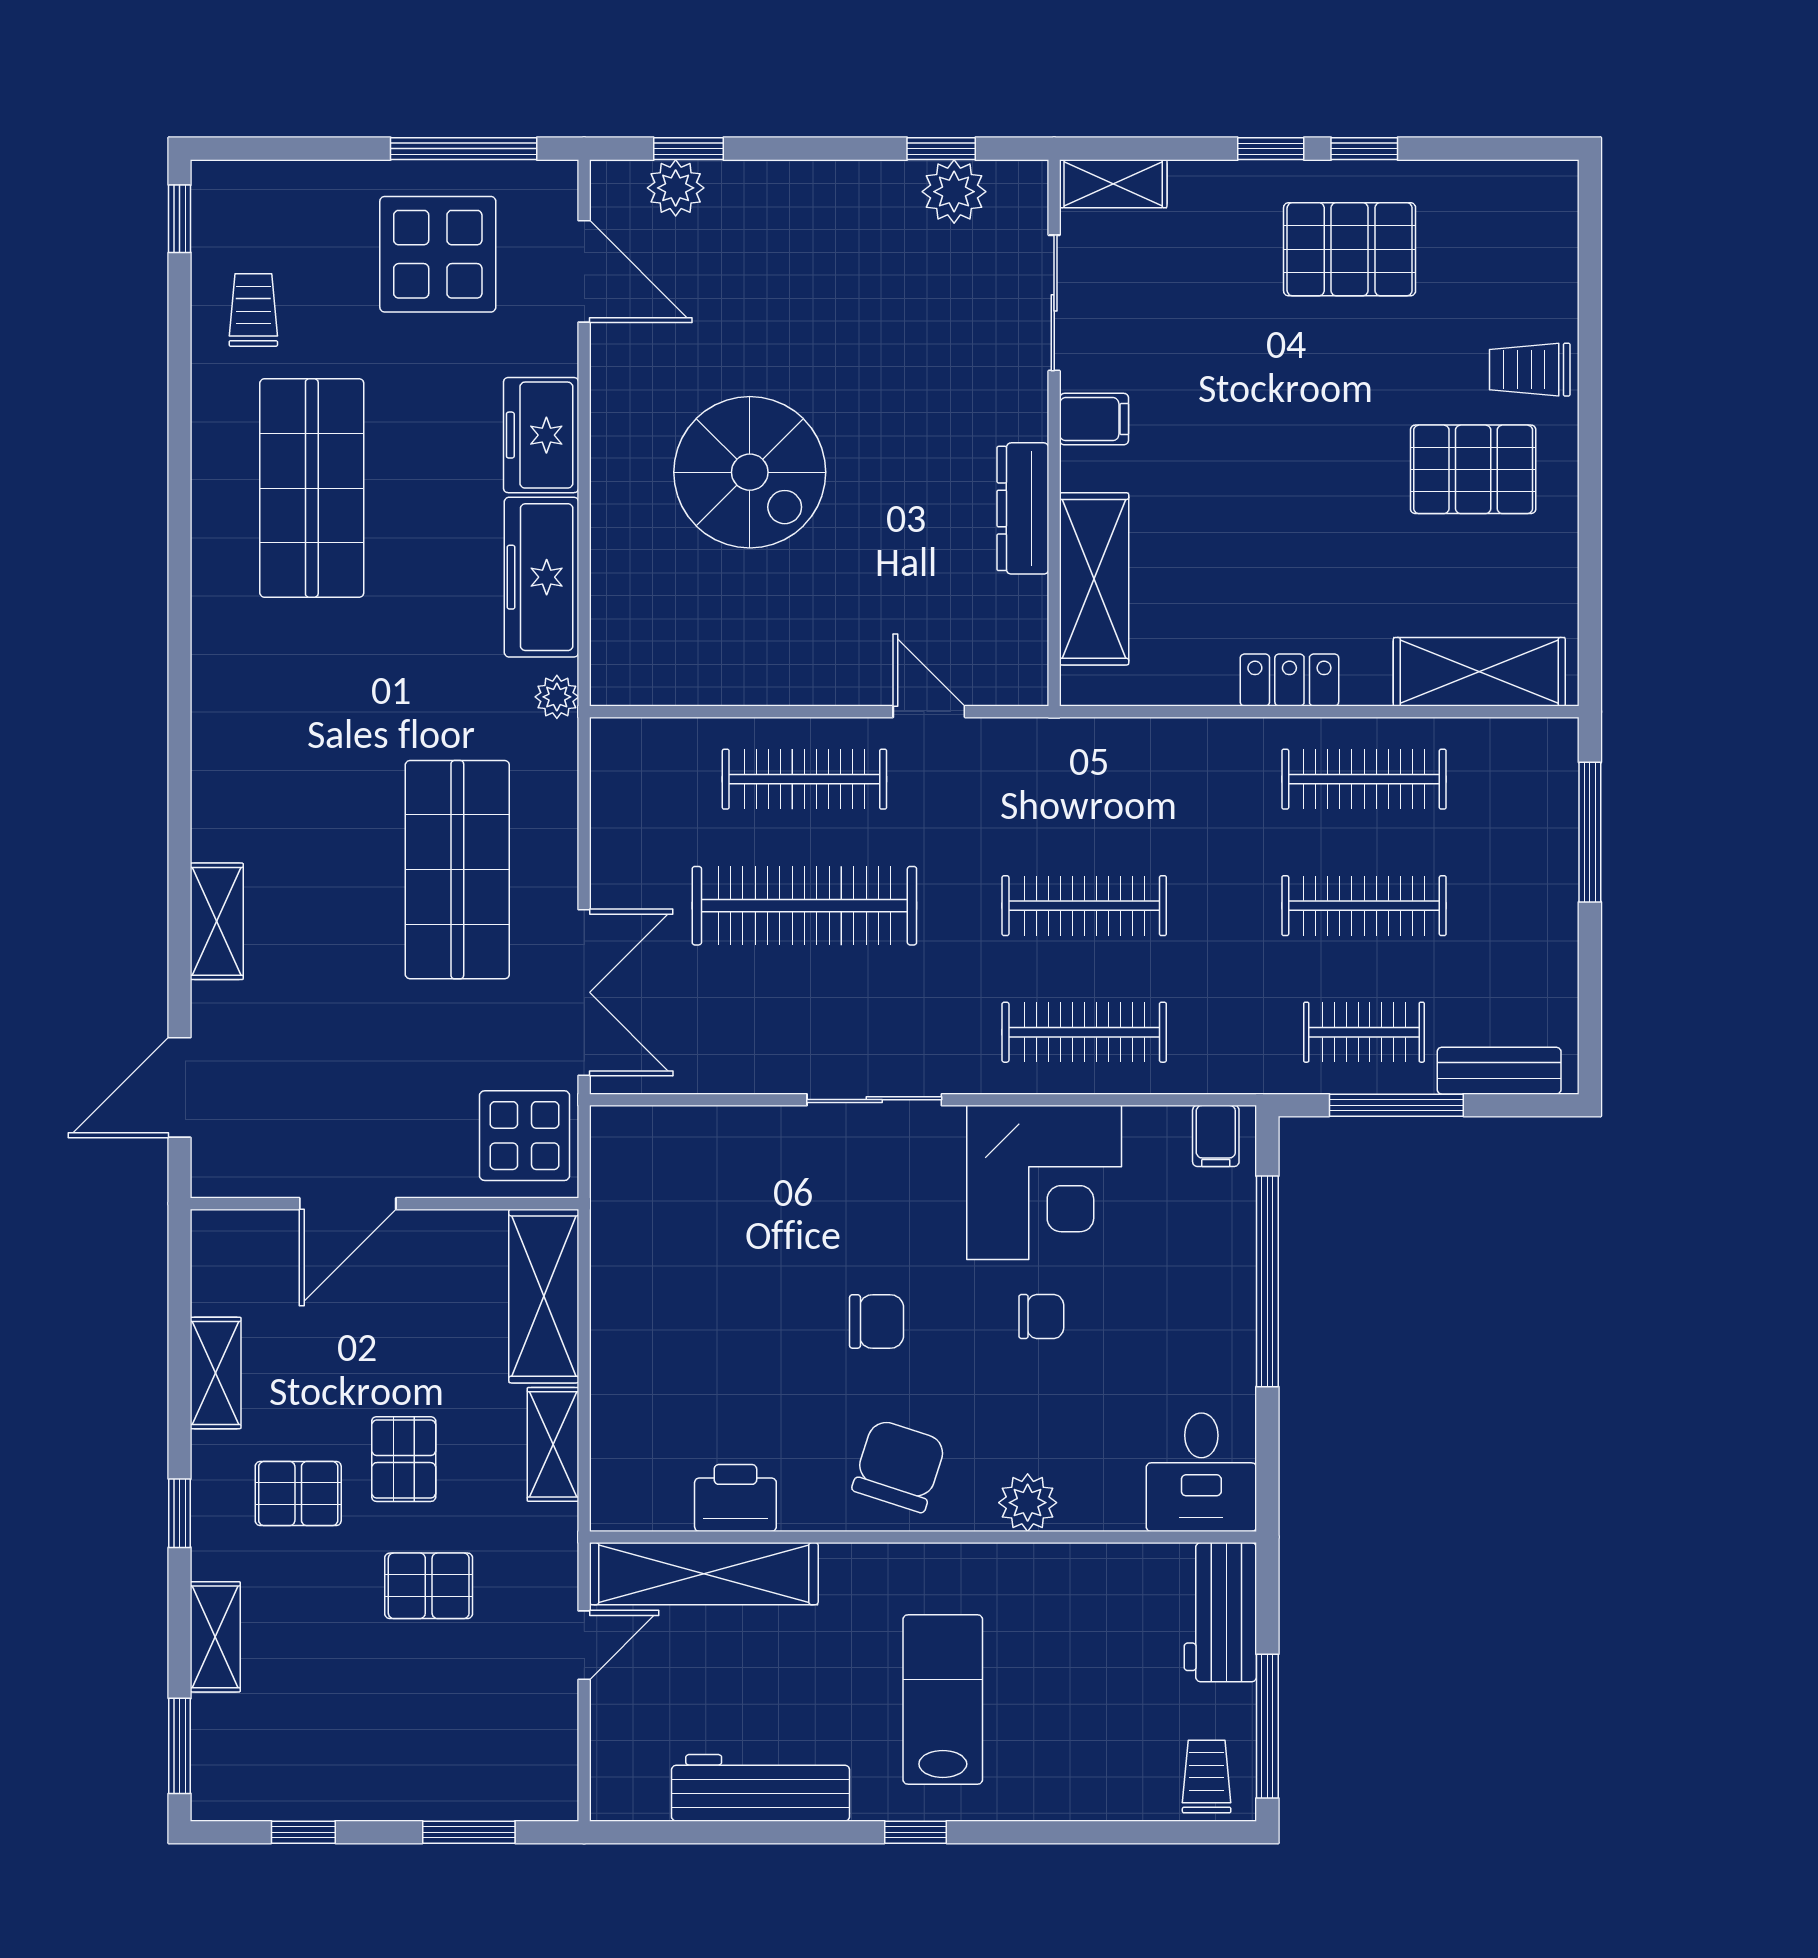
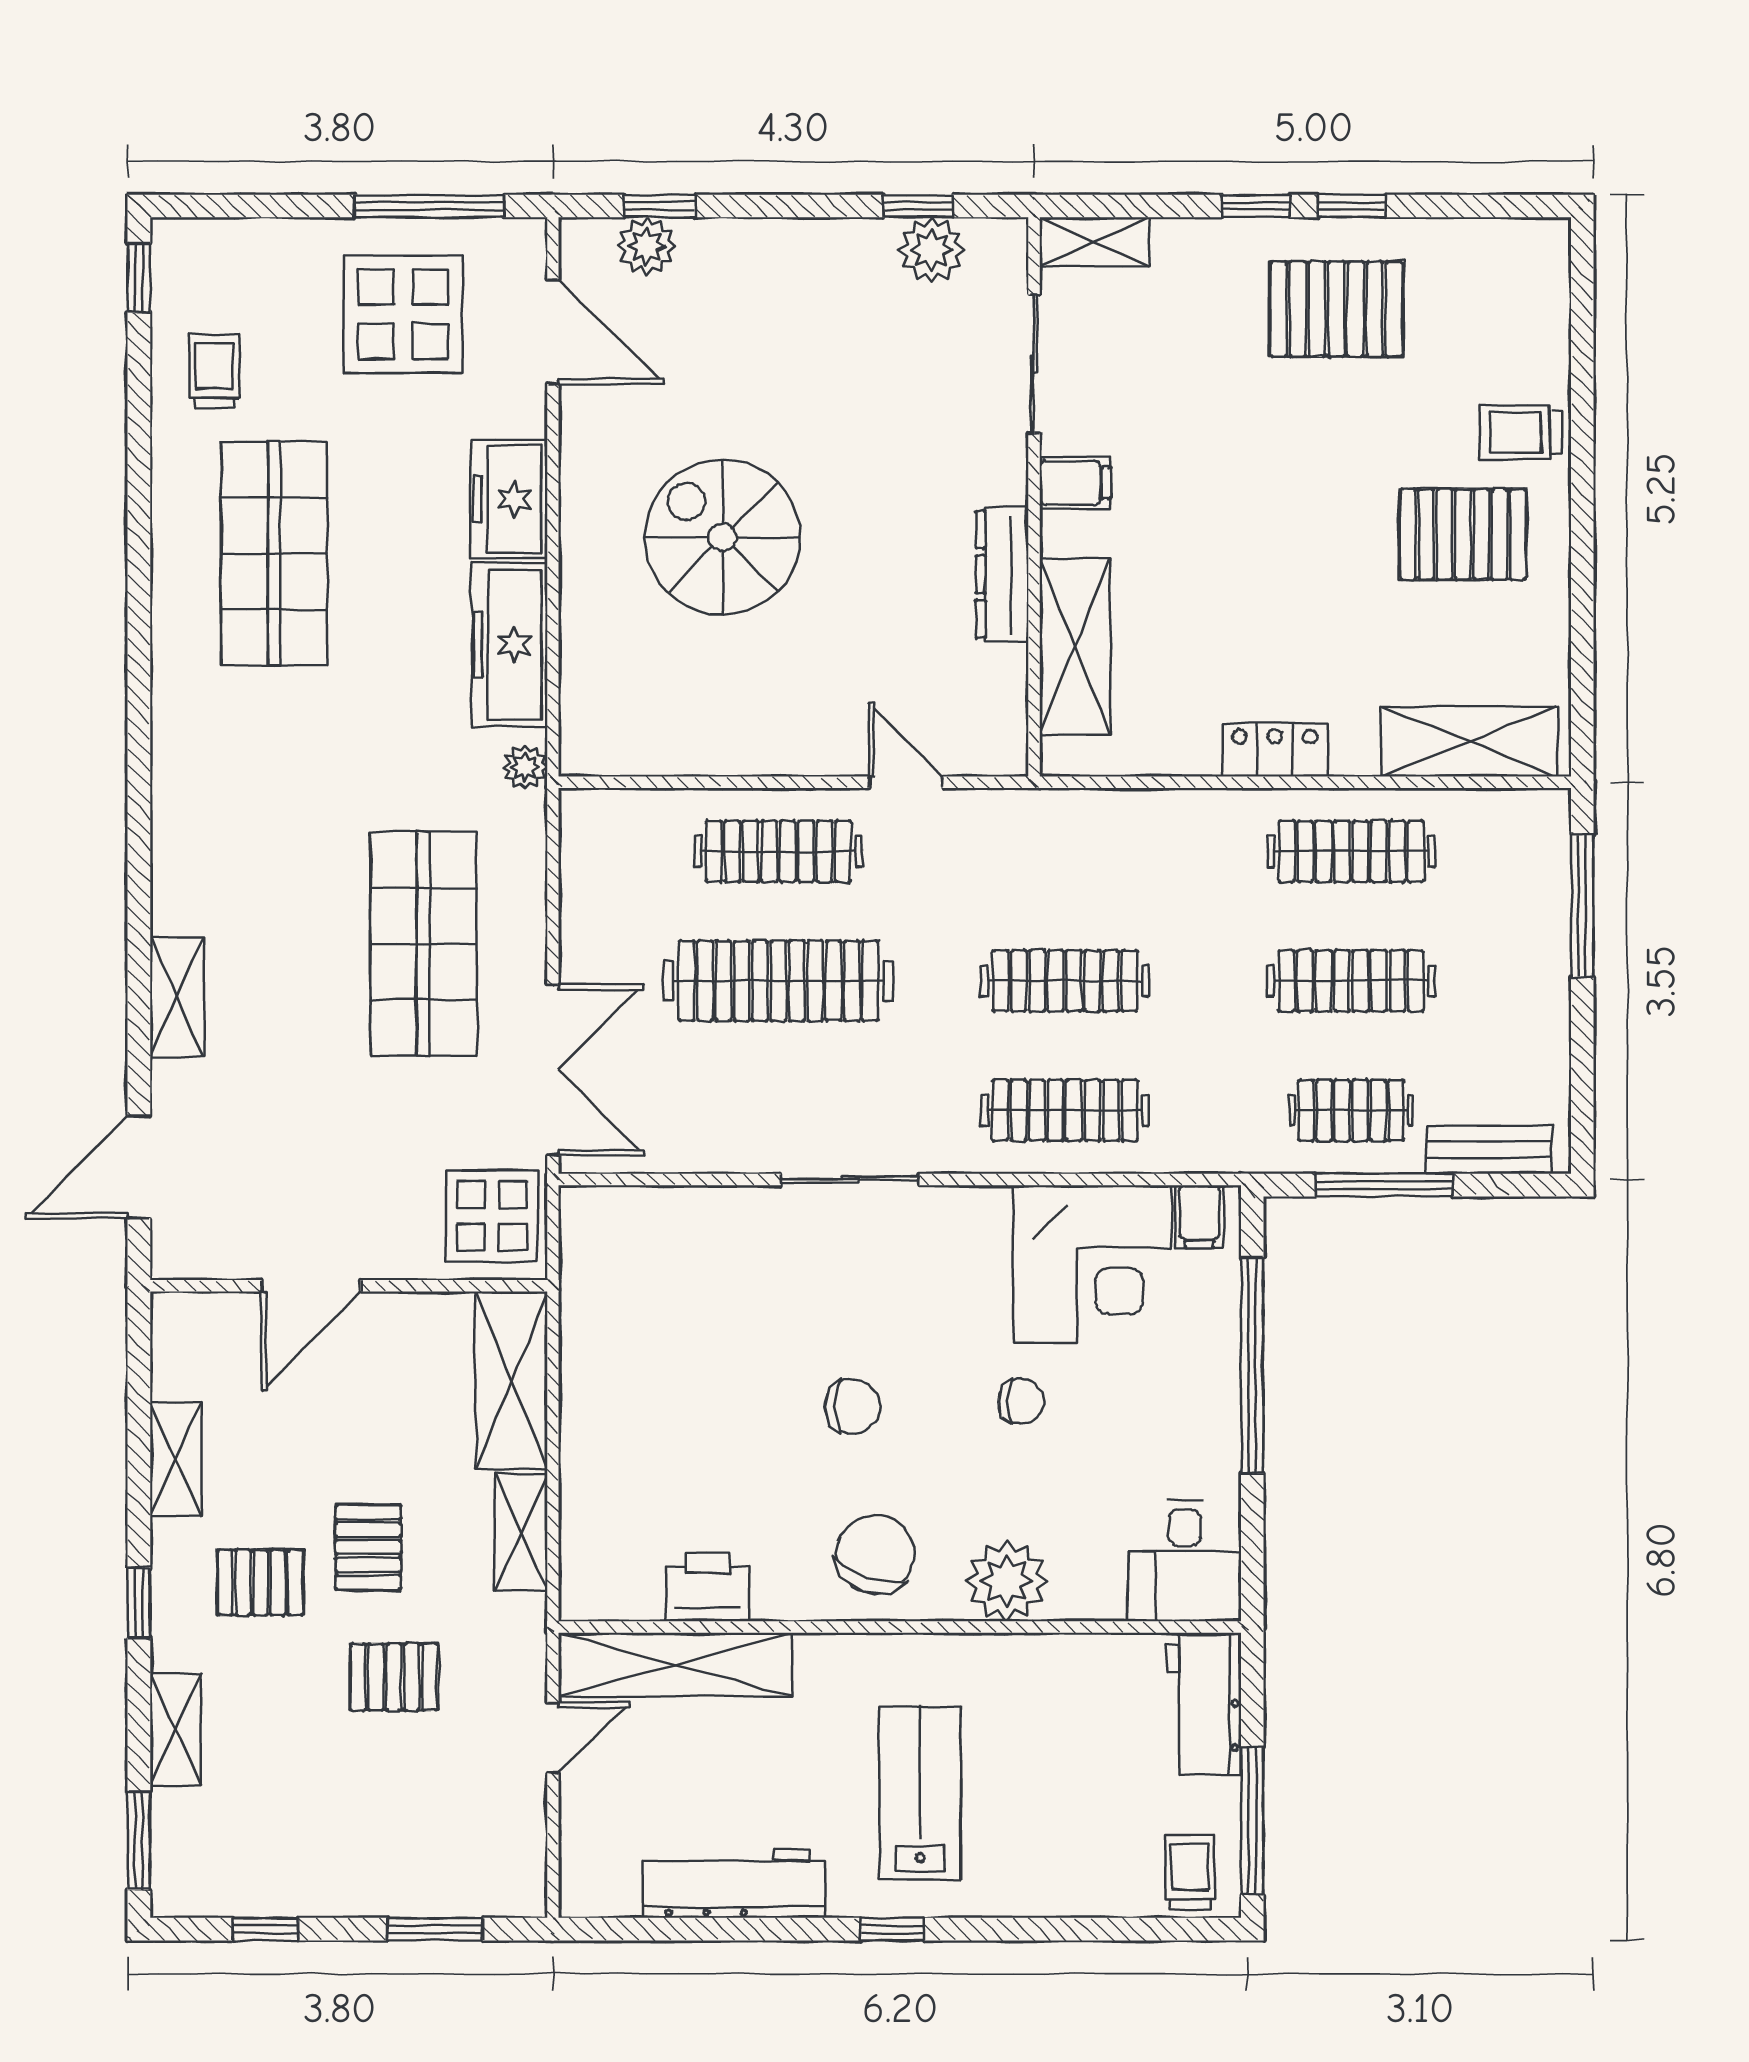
spiral stairs: (750, 472) -> (722, 537), turned 180
corner desk: (1044, 1182) -> (1092, 1264), moved
plant: (1028, 1503) -> (1007, 1581), width x1.36, depth x1.36

